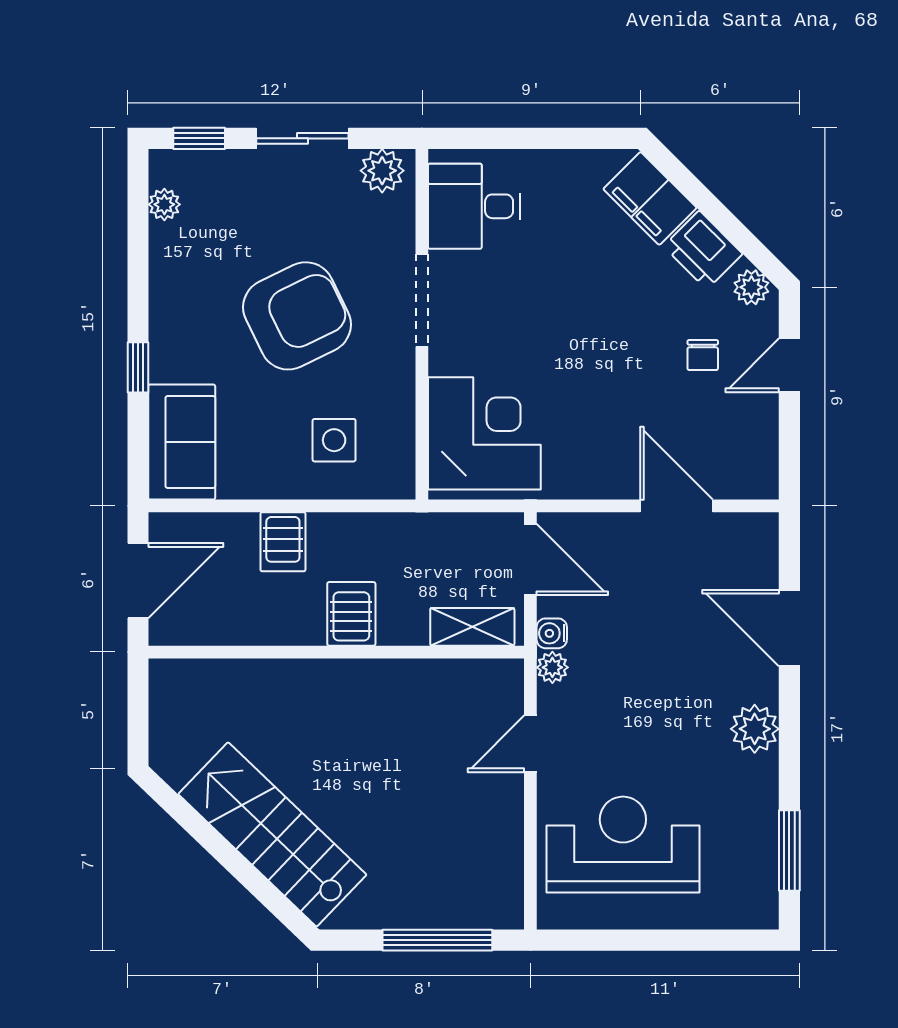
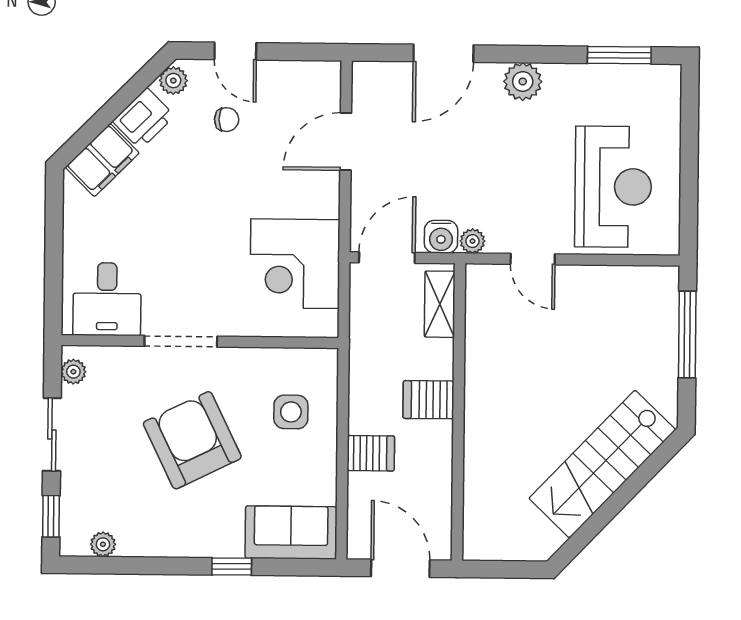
plant: (382, 171) -> (73, 372), width x0.73, depth x0.73
corner desk: (484, 433) -> (295, 264), moved, turned -90
water cooler: (552, 633) -> (441, 237), width x1.38, depth x1.38
reception desk: (623, 845) -> (613, 187), turned 180

